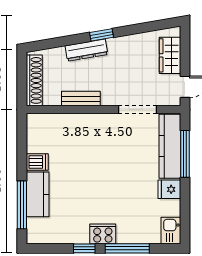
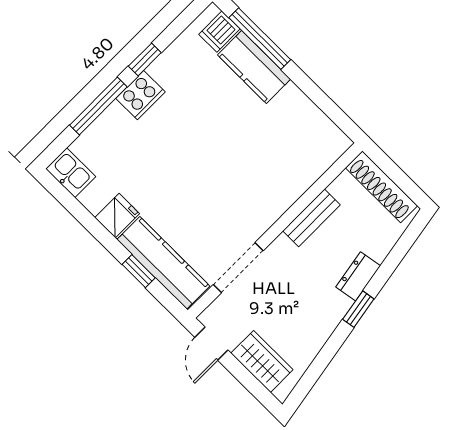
dresser: (86, 50) -> (358, 276), width x0.70
window: (185, 154) -> (139, 271), width x0.46
dishwasher: (37, 162) -> (219, 32), moved

